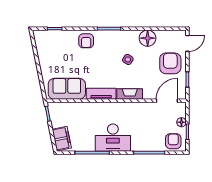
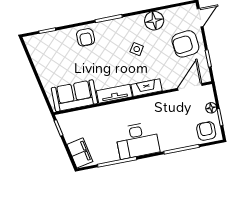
armchair: (170, 63) -> (185, 44), turned -96

